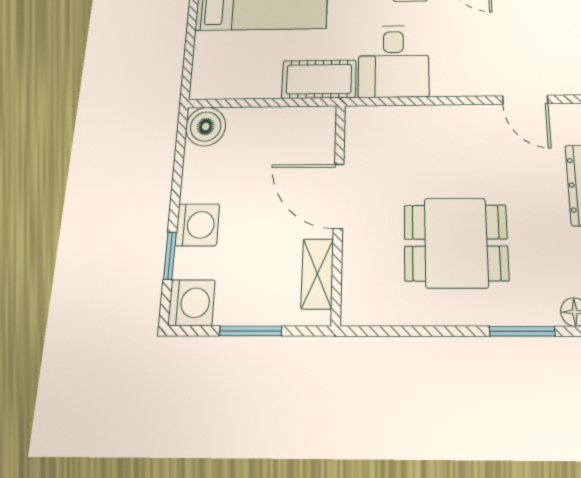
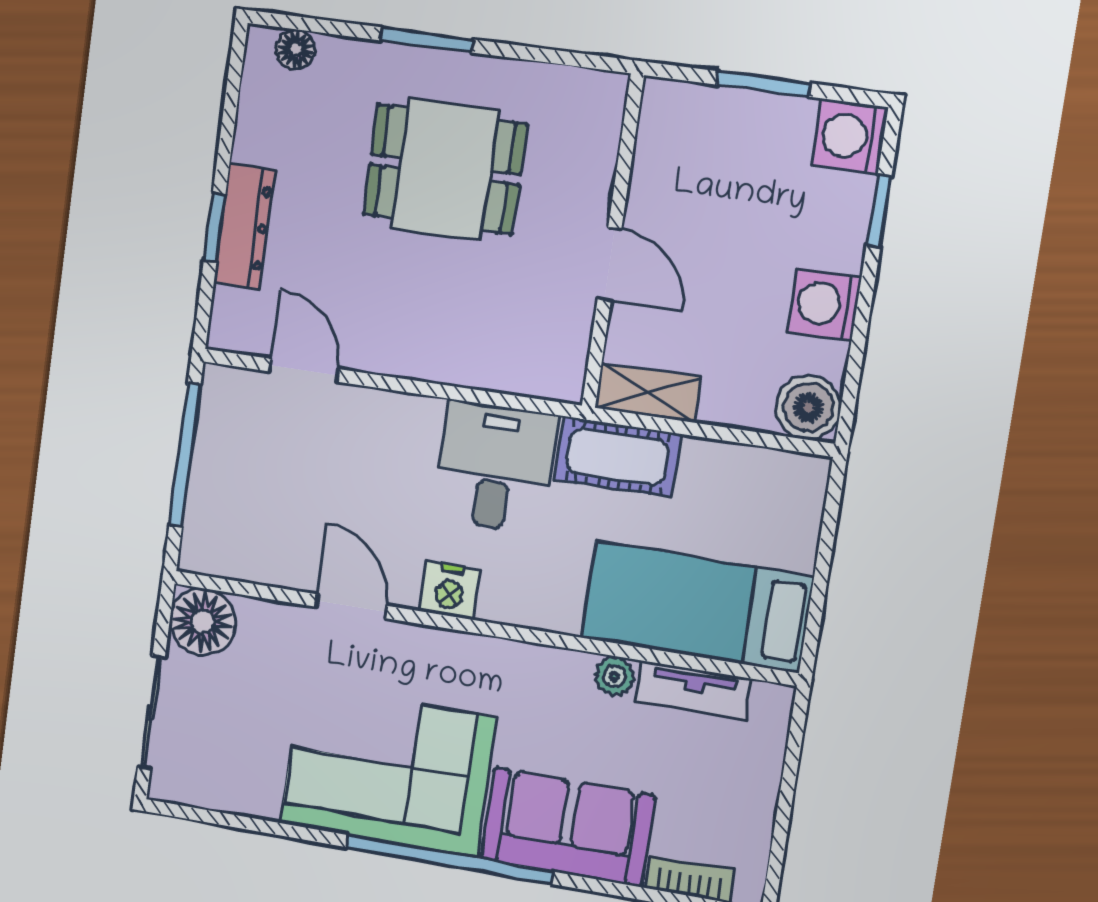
door: (339, 196) -> (609, 264), width x0.73
washing machine: (197, 225) -> (824, 304), moved
shelving: (317, 274) -> (648, 393), moved, turned 90
window: (522, 331) -> (426, 40), moved

